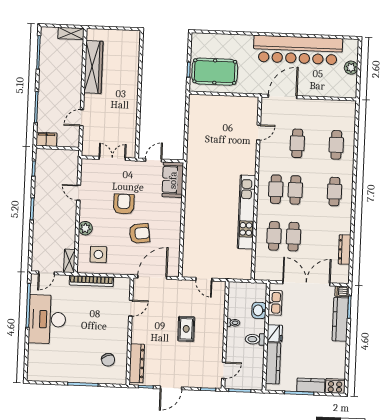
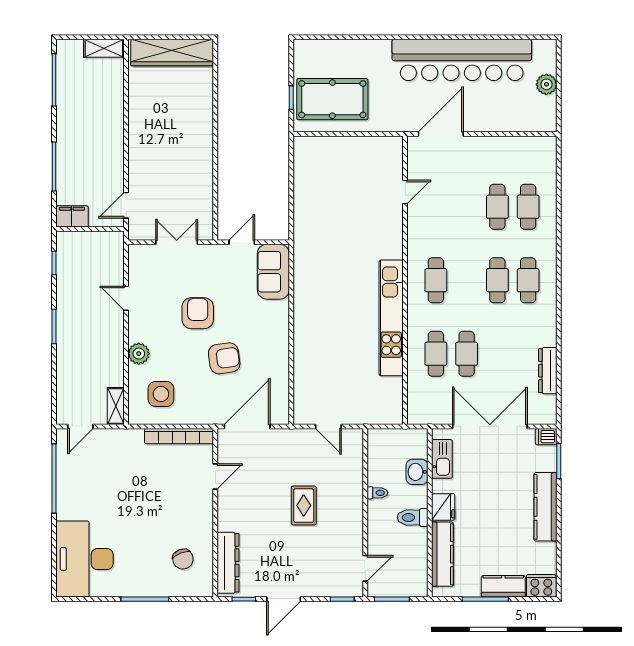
wardrobe: (93, 67) -> (172, 53), moved, turned 90
door: (82, 118) -> (126, 205), moved
cafe table: (297, 143) -> (497, 207), moved
cafe table: (295, 190) -> (497, 280), moved
bookcase: (91, 281) -> (179, 436), moved
desk: (47, 319) -> (84, 559), moved
kitchen counter: (340, 319) -> (546, 507), moved

